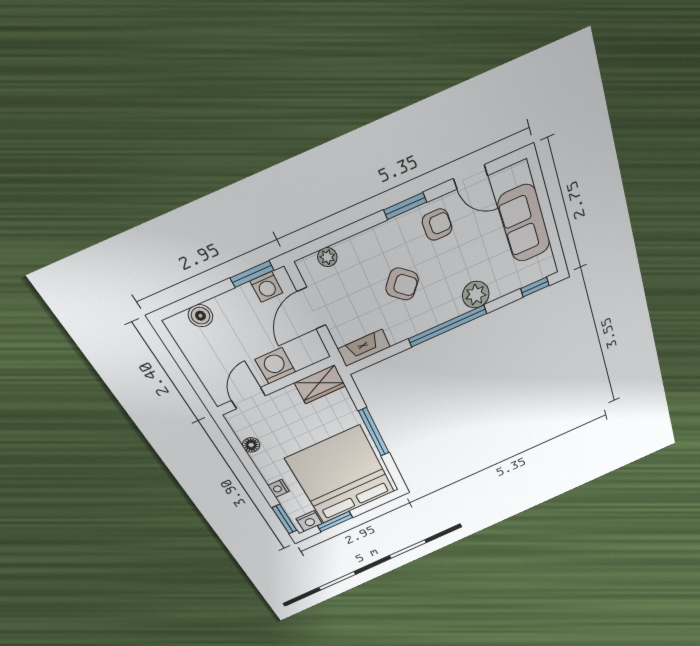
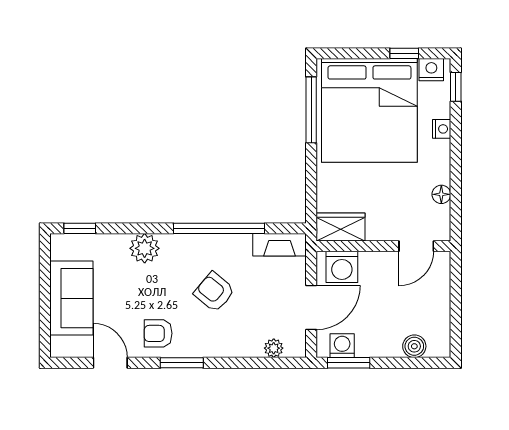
window: (448, 326) -> (219, 228), moved
washing machine: (275, 366) -> (342, 267), moved
window: (374, 432) -> (311, 110), moved
window: (284, 519) -> (456, 87), width x0.67
window: (335, 522) -> (404, 53), width x0.67

